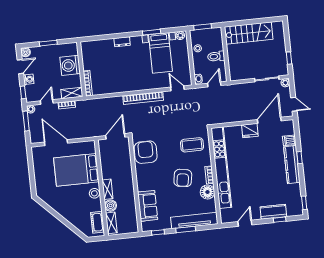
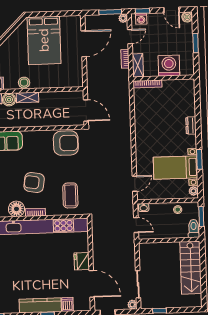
toilet: (216, 56) -> (194, 228), moved
washing machine: (29, 79) -> (141, 19), moved
bookcase: (143, 98) -> (127, 145), removed
door: (47, 102) -> (130, 37), hinge flipped
bed: (76, 170) -> (44, 40), moved, turned 180

